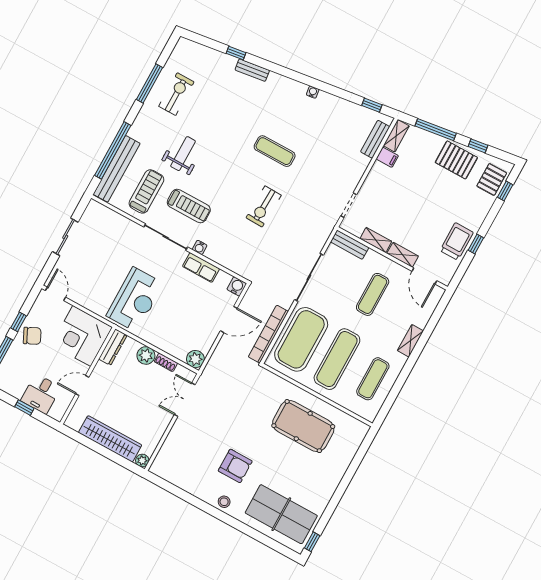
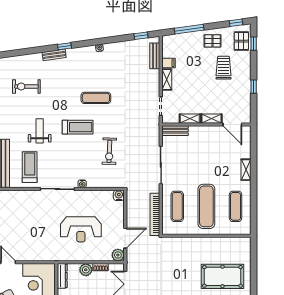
window: (236, 53) -> (64, 46), moved
exercise bike: (176, 94) -> (26, 87), moved, turned -90
shelving: (396, 136) -> (167, 80), moved
window: (478, 146) -> (236, 23), moved
pallet: (456, 160) -> (213, 41), width x0.67, depth x0.71
treadmill: (189, 206) -> (78, 127), moved
exercise bike: (264, 206) -> (109, 151), moved
trolley: (457, 241) -> (223, 68), moved
row of seats: (201, 267) -> (90, 196), removed
exercise mat: (373, 294) -> (206, 154), removed
reception desk: (135, 300) -> (81, 229), moved, turned 90
door: (229, 320) -> (125, 238), moved
exercise mat: (301, 339) -> (177, 206), width x0.50, depth x0.69
pool table: (303, 426) -> (222, 276), moved

